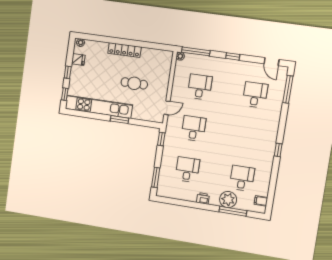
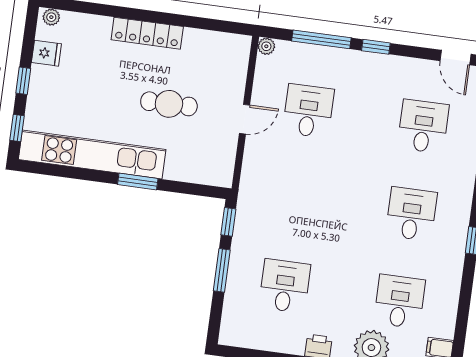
window: (196, 51) -> (321, 39), moved
door: (167, 108) -> (244, 119), moved
desk: (194, 128) -> (411, 214), moved
window: (156, 177) -> (222, 270), moved

